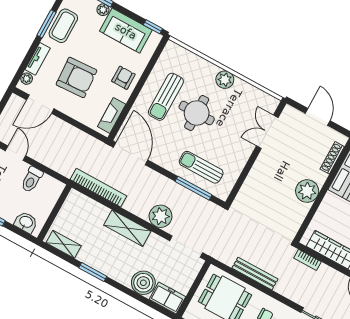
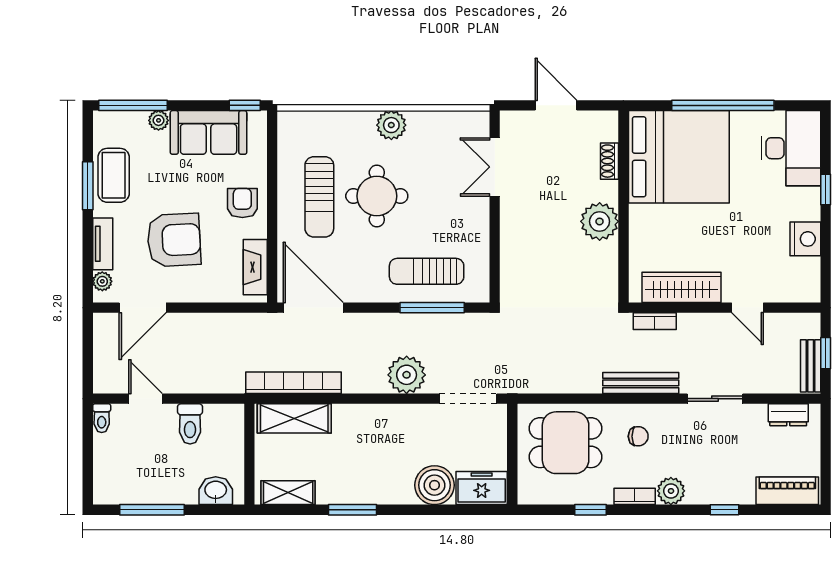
shoe rack: (332, 158) -> (610, 161), width x0.70
shelving: (127, 228) -> (294, 418), moved
bench: (255, 274) -> (641, 383), moved

